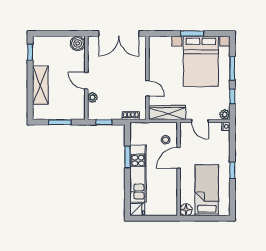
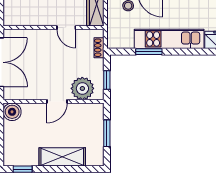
door: (147, 88) -> (66, 28), swing flipped
plant: (93, 97) -> (82, 88), width x1.88, depth x1.88

